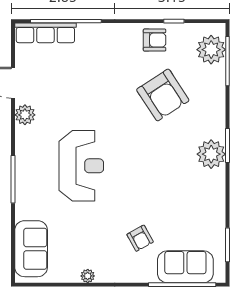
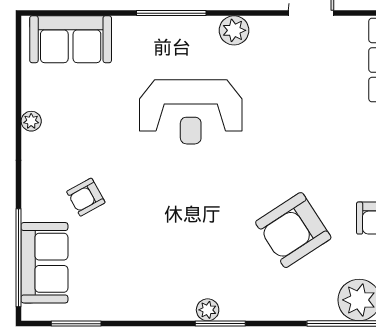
plant: (25, 115) -> (234, 30), moved
plant: (211, 154) -> (208, 310), width x0.53, depth x0.53

